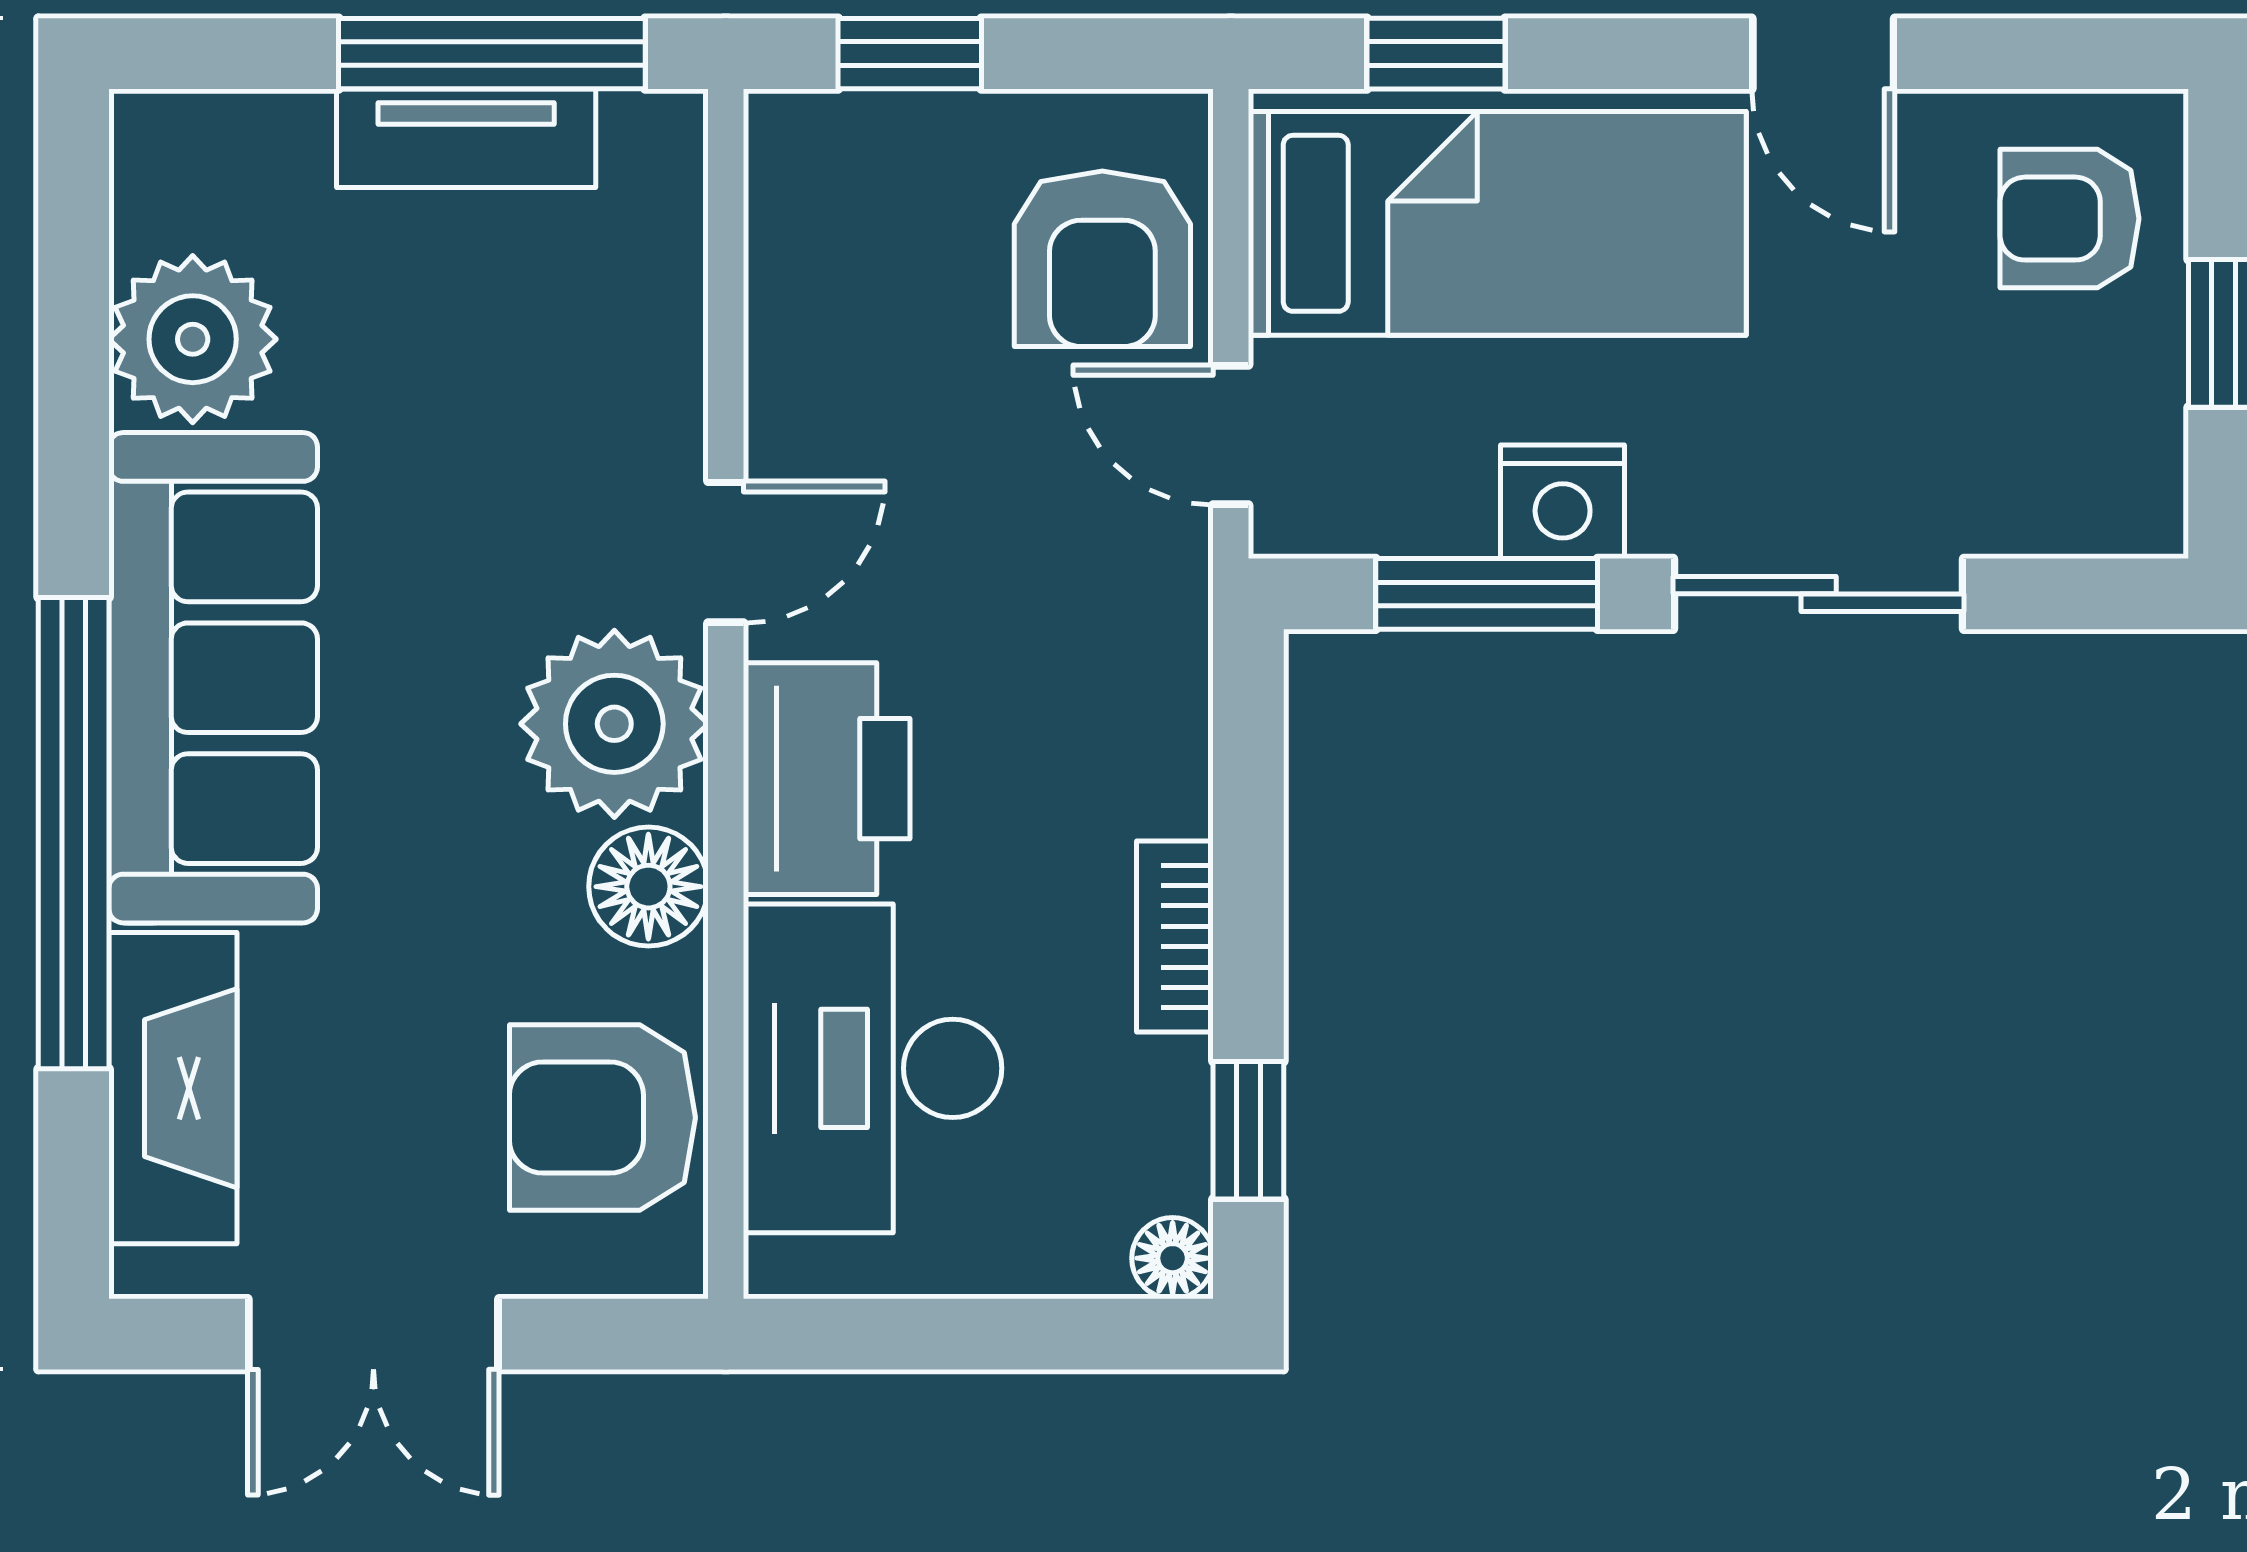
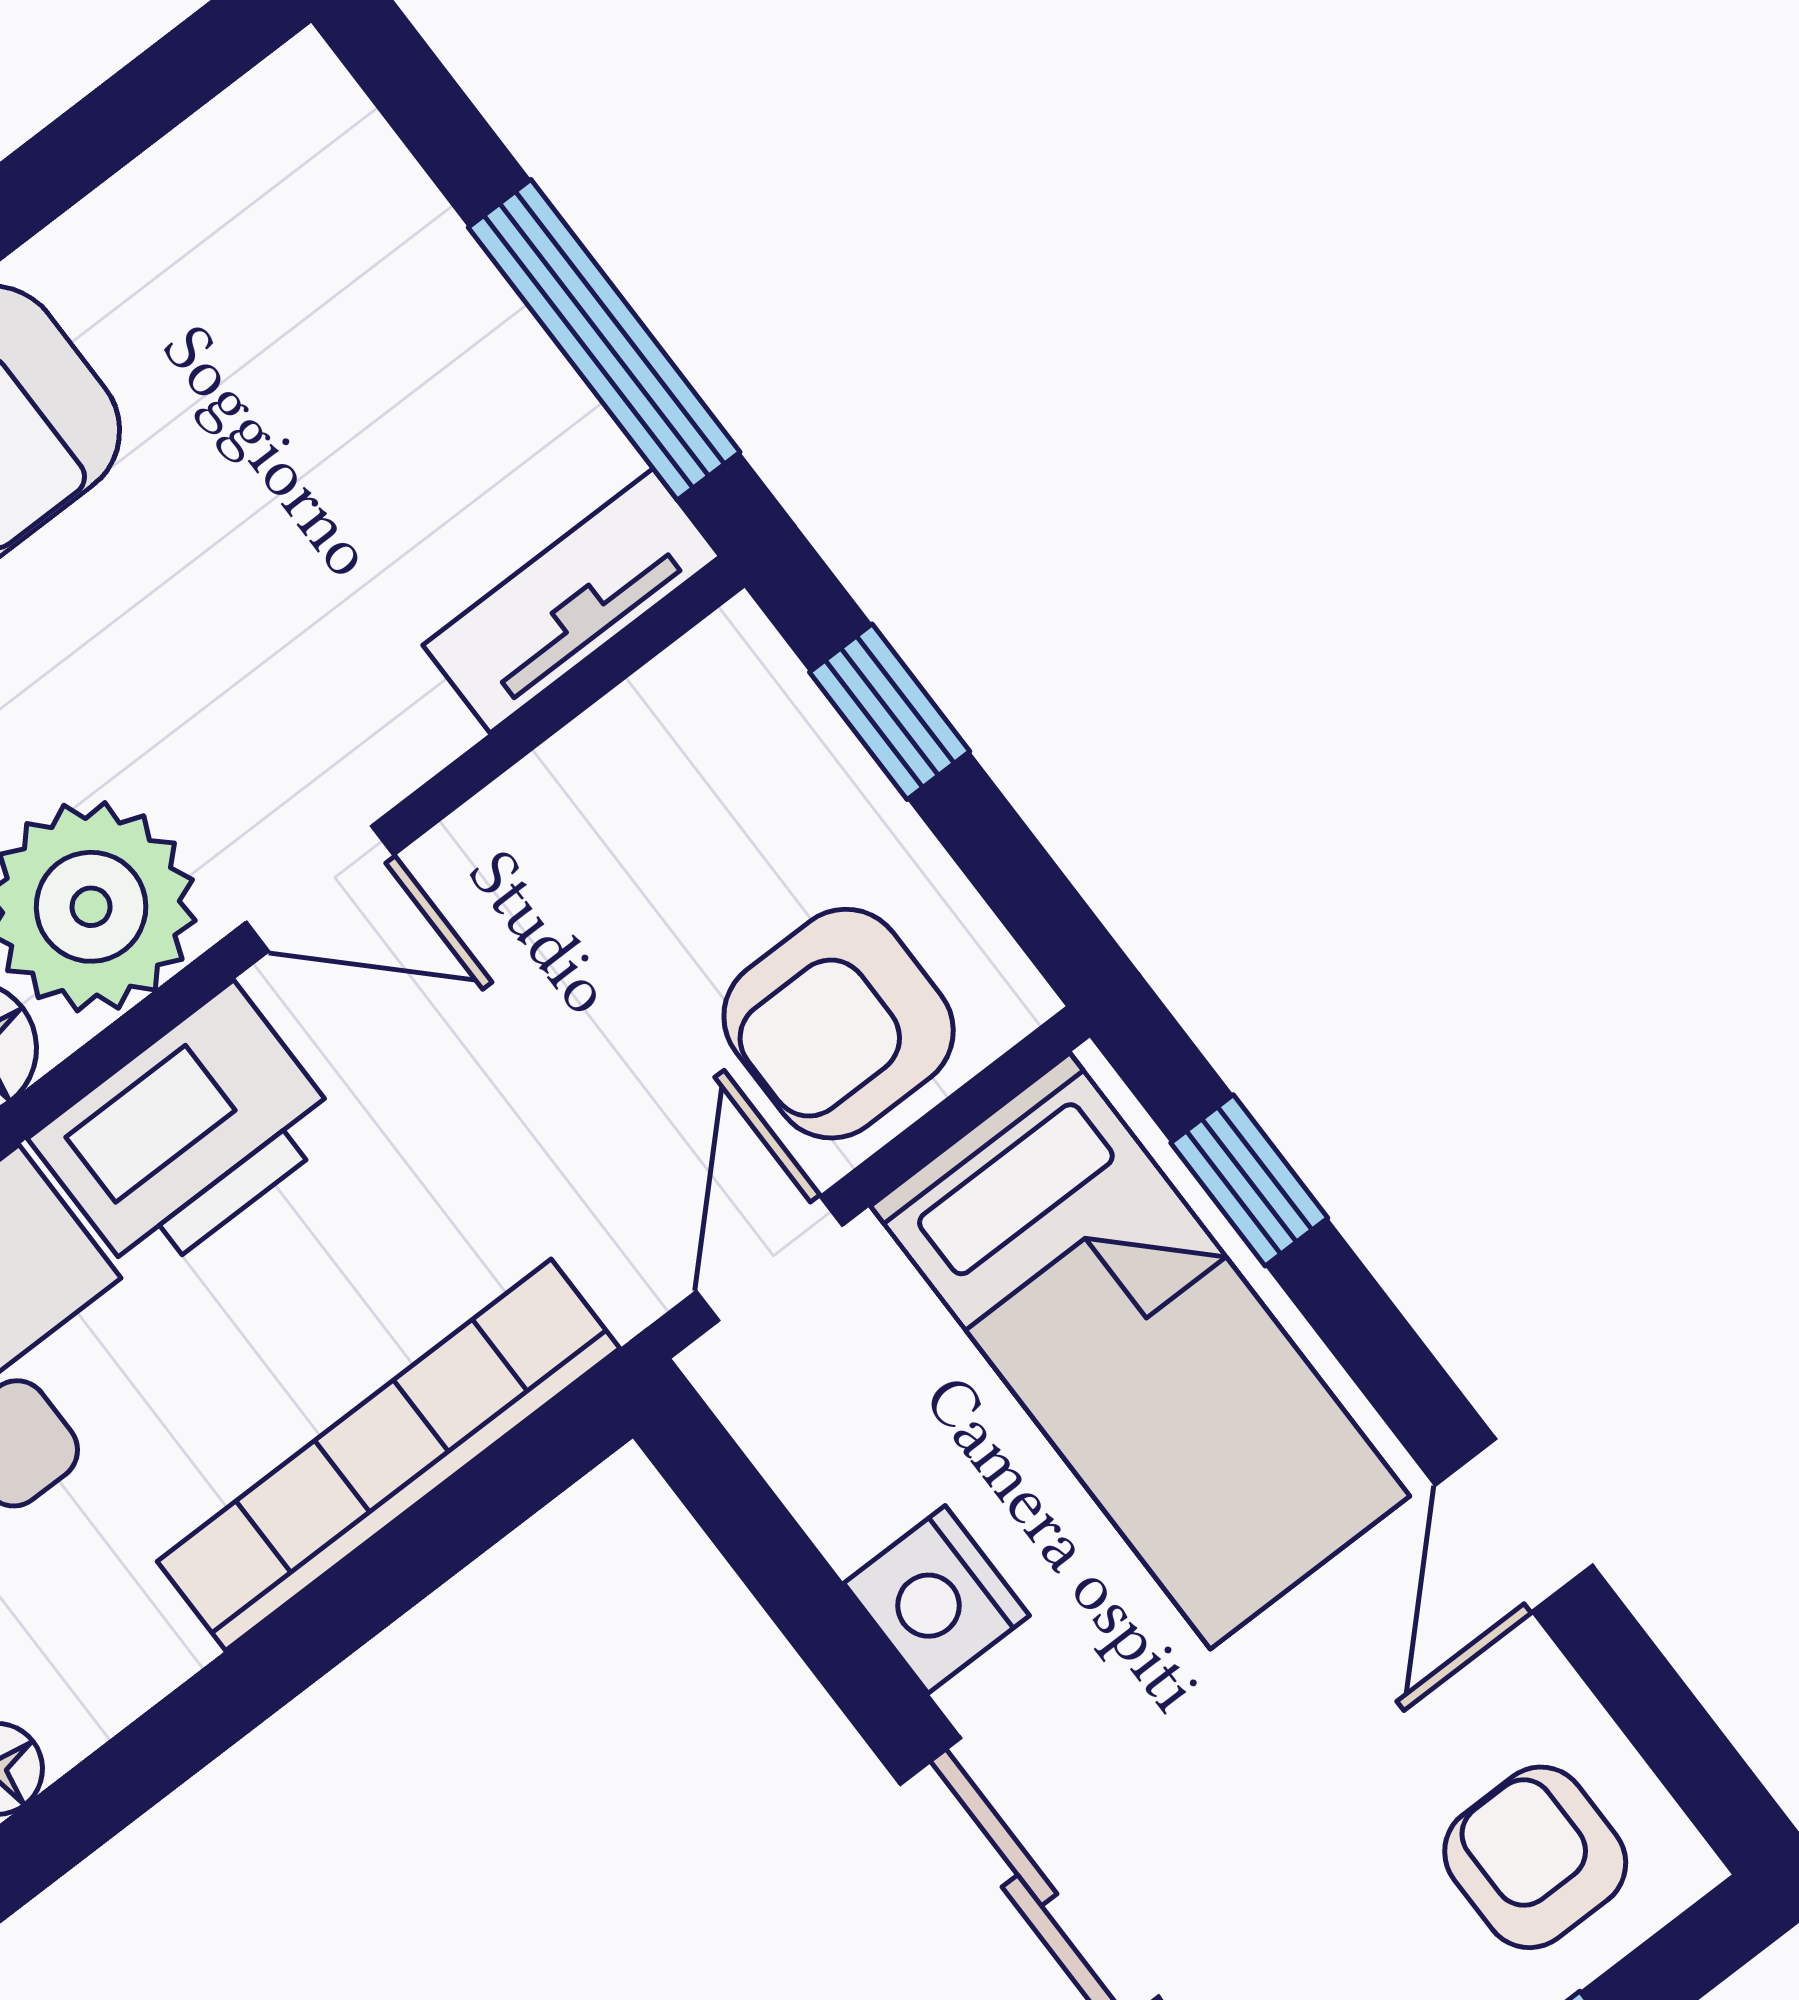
tv unit: (466, 138) -> (572, 601), moved, turned 90
plant: (193, 339) -> (145, 269), removed
window: (1487, 594) -> (803, 1595), removed
bookcase: (1175, 936) -> (388, 1455), width x2.31, depth x1.31
window: (1248, 1130) -> (163, 1749), removed

